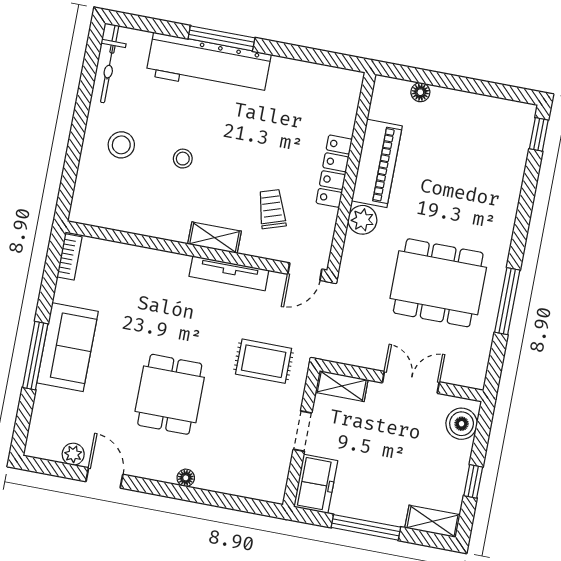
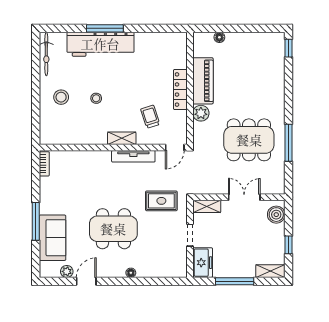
sofa: (68, 347) -> (53, 238), moved
dining table: (170, 394) -> (113, 229), width x1.38
door: (104, 478) -> (86, 281), hinge flipped

